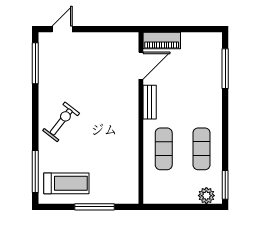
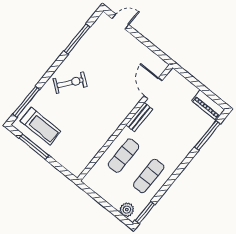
piano: (162, 41) -> (208, 105), moved
window: (35, 63) -> (77, 39), moved
door: (141, 66) -> (153, 88), swing flipped
window: (95, 207) -> (34, 147), moved

